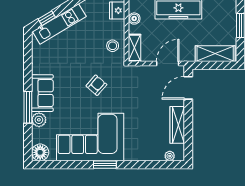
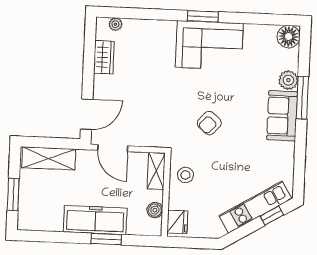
door: (168, 63) -> (113, 148), hinge flipped
wardrobe: (177, 125) -> (104, 57), width x0.67
corner sofa: (90, 137) -> (209, 45), width x0.73, depth x0.74

